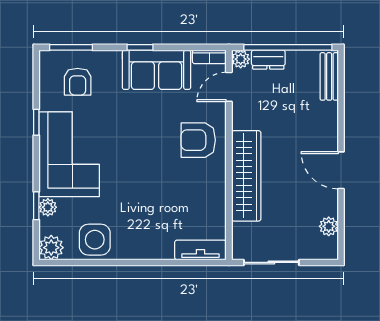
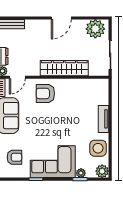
door: (229, 87) -> (17, 77), hinge flipped
armchair: (198, 140) -> (45, 93), turned 90
plant: (329, 226) -> (95, 29), width x1.88, depth x1.88
tv unit: (200, 250) -> (103, 119), moved

